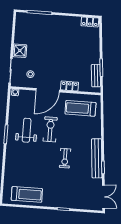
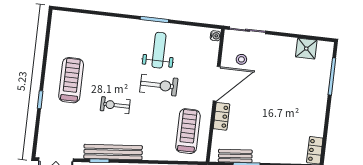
shower: (20, 51) -> (306, 49), moved
door: (48, 90) -> (217, 84), swing flipped
weight bench: (27, 130) -> (159, 50), turned -90
treadmill: (27, 194) -> (71, 80), moved, turned 180

